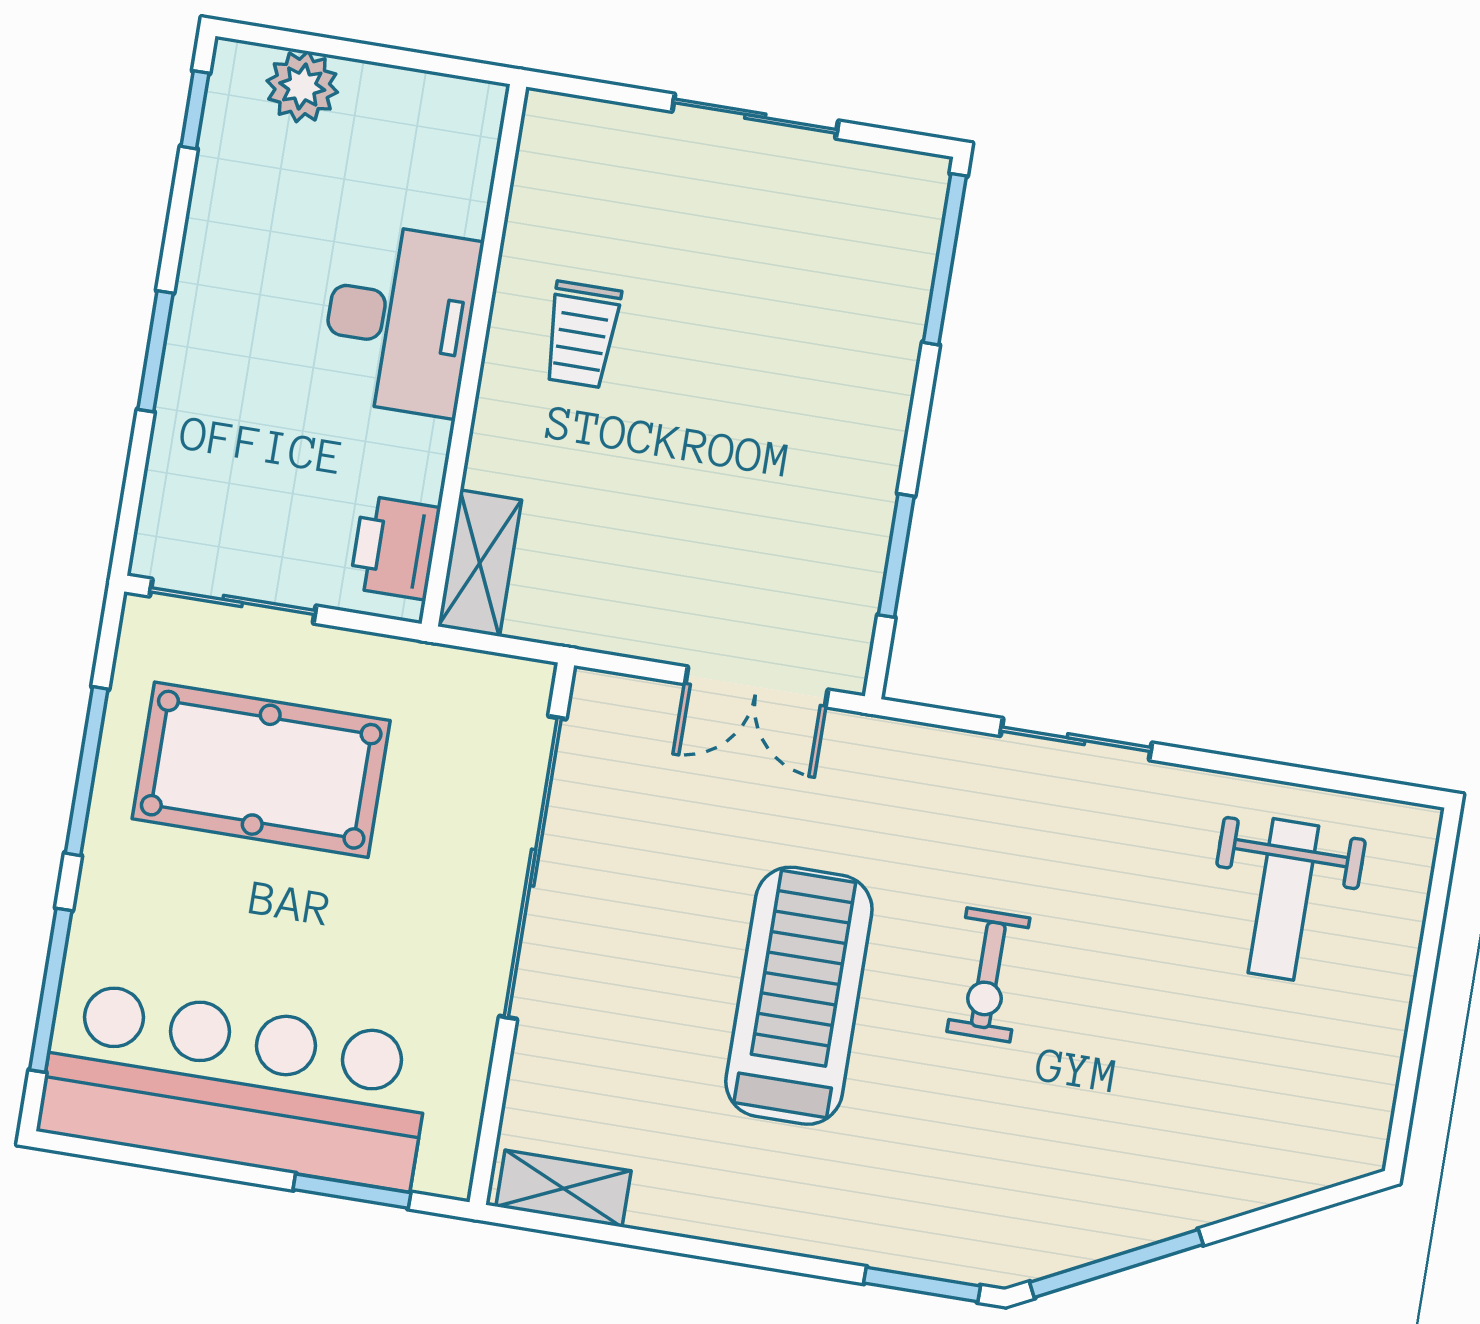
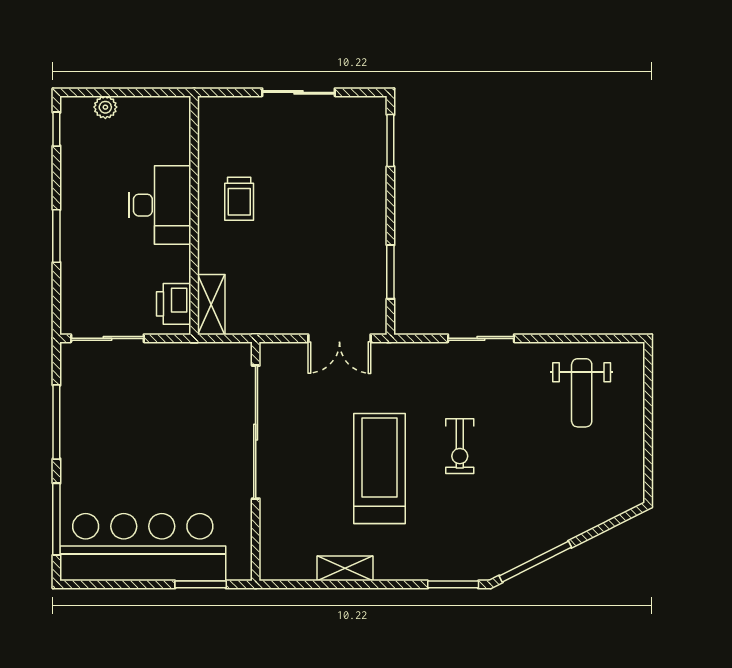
plant: (302, 86) -> (105, 107), width x0.73, depth x0.73
window: (945, 259) -> (390, 141), width x0.69
pool table: (261, 770) -> (132, 409), removed
shelving: (564, 1189) -> (345, 568), moved

